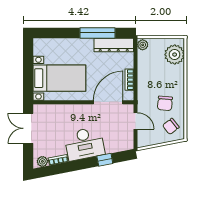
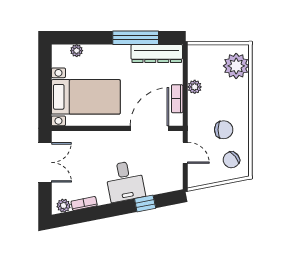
plant: (52, 43) -> (77, 51), added
plant: (143, 45) -> (195, 87), moved
chair: (165, 103) -> (224, 130), turned -95
double door: (28, 128) -> (45, 162), swing flipped
desk: (85, 144) -> (125, 181), width x0.73

